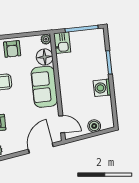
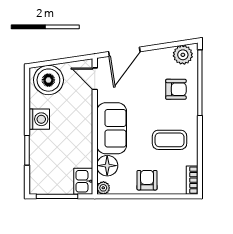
boiler: (94, 126) -> (48, 80), width x1.86, depth x1.86

